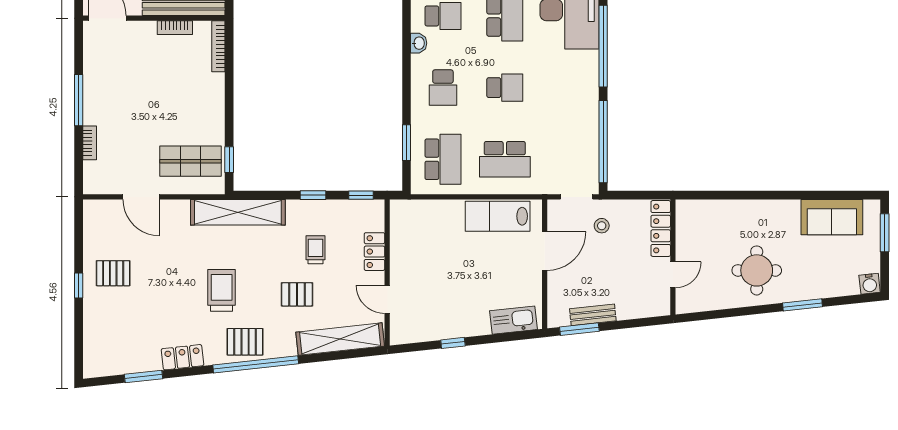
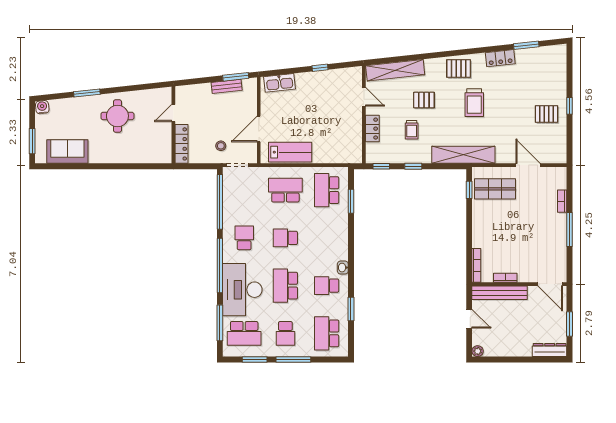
school desk: (443, 88) -> (244, 238), moved
window: (256, 364) -> (451, 53), removed

